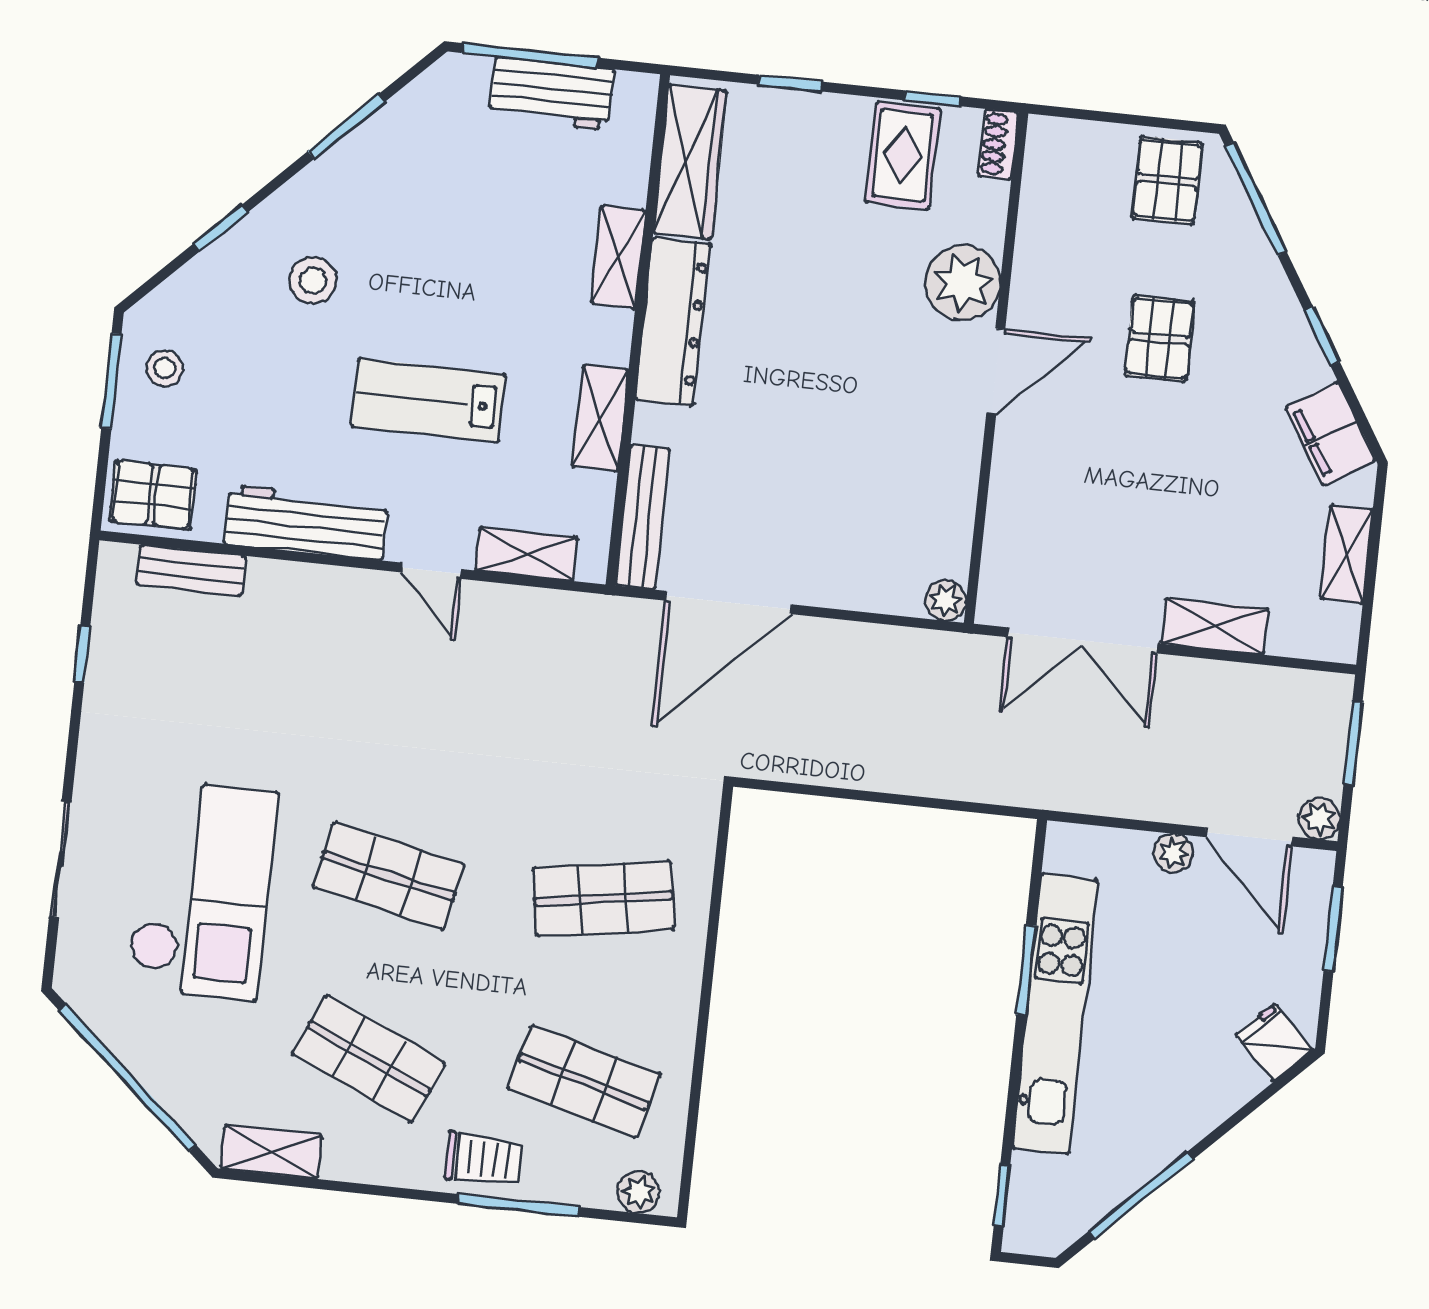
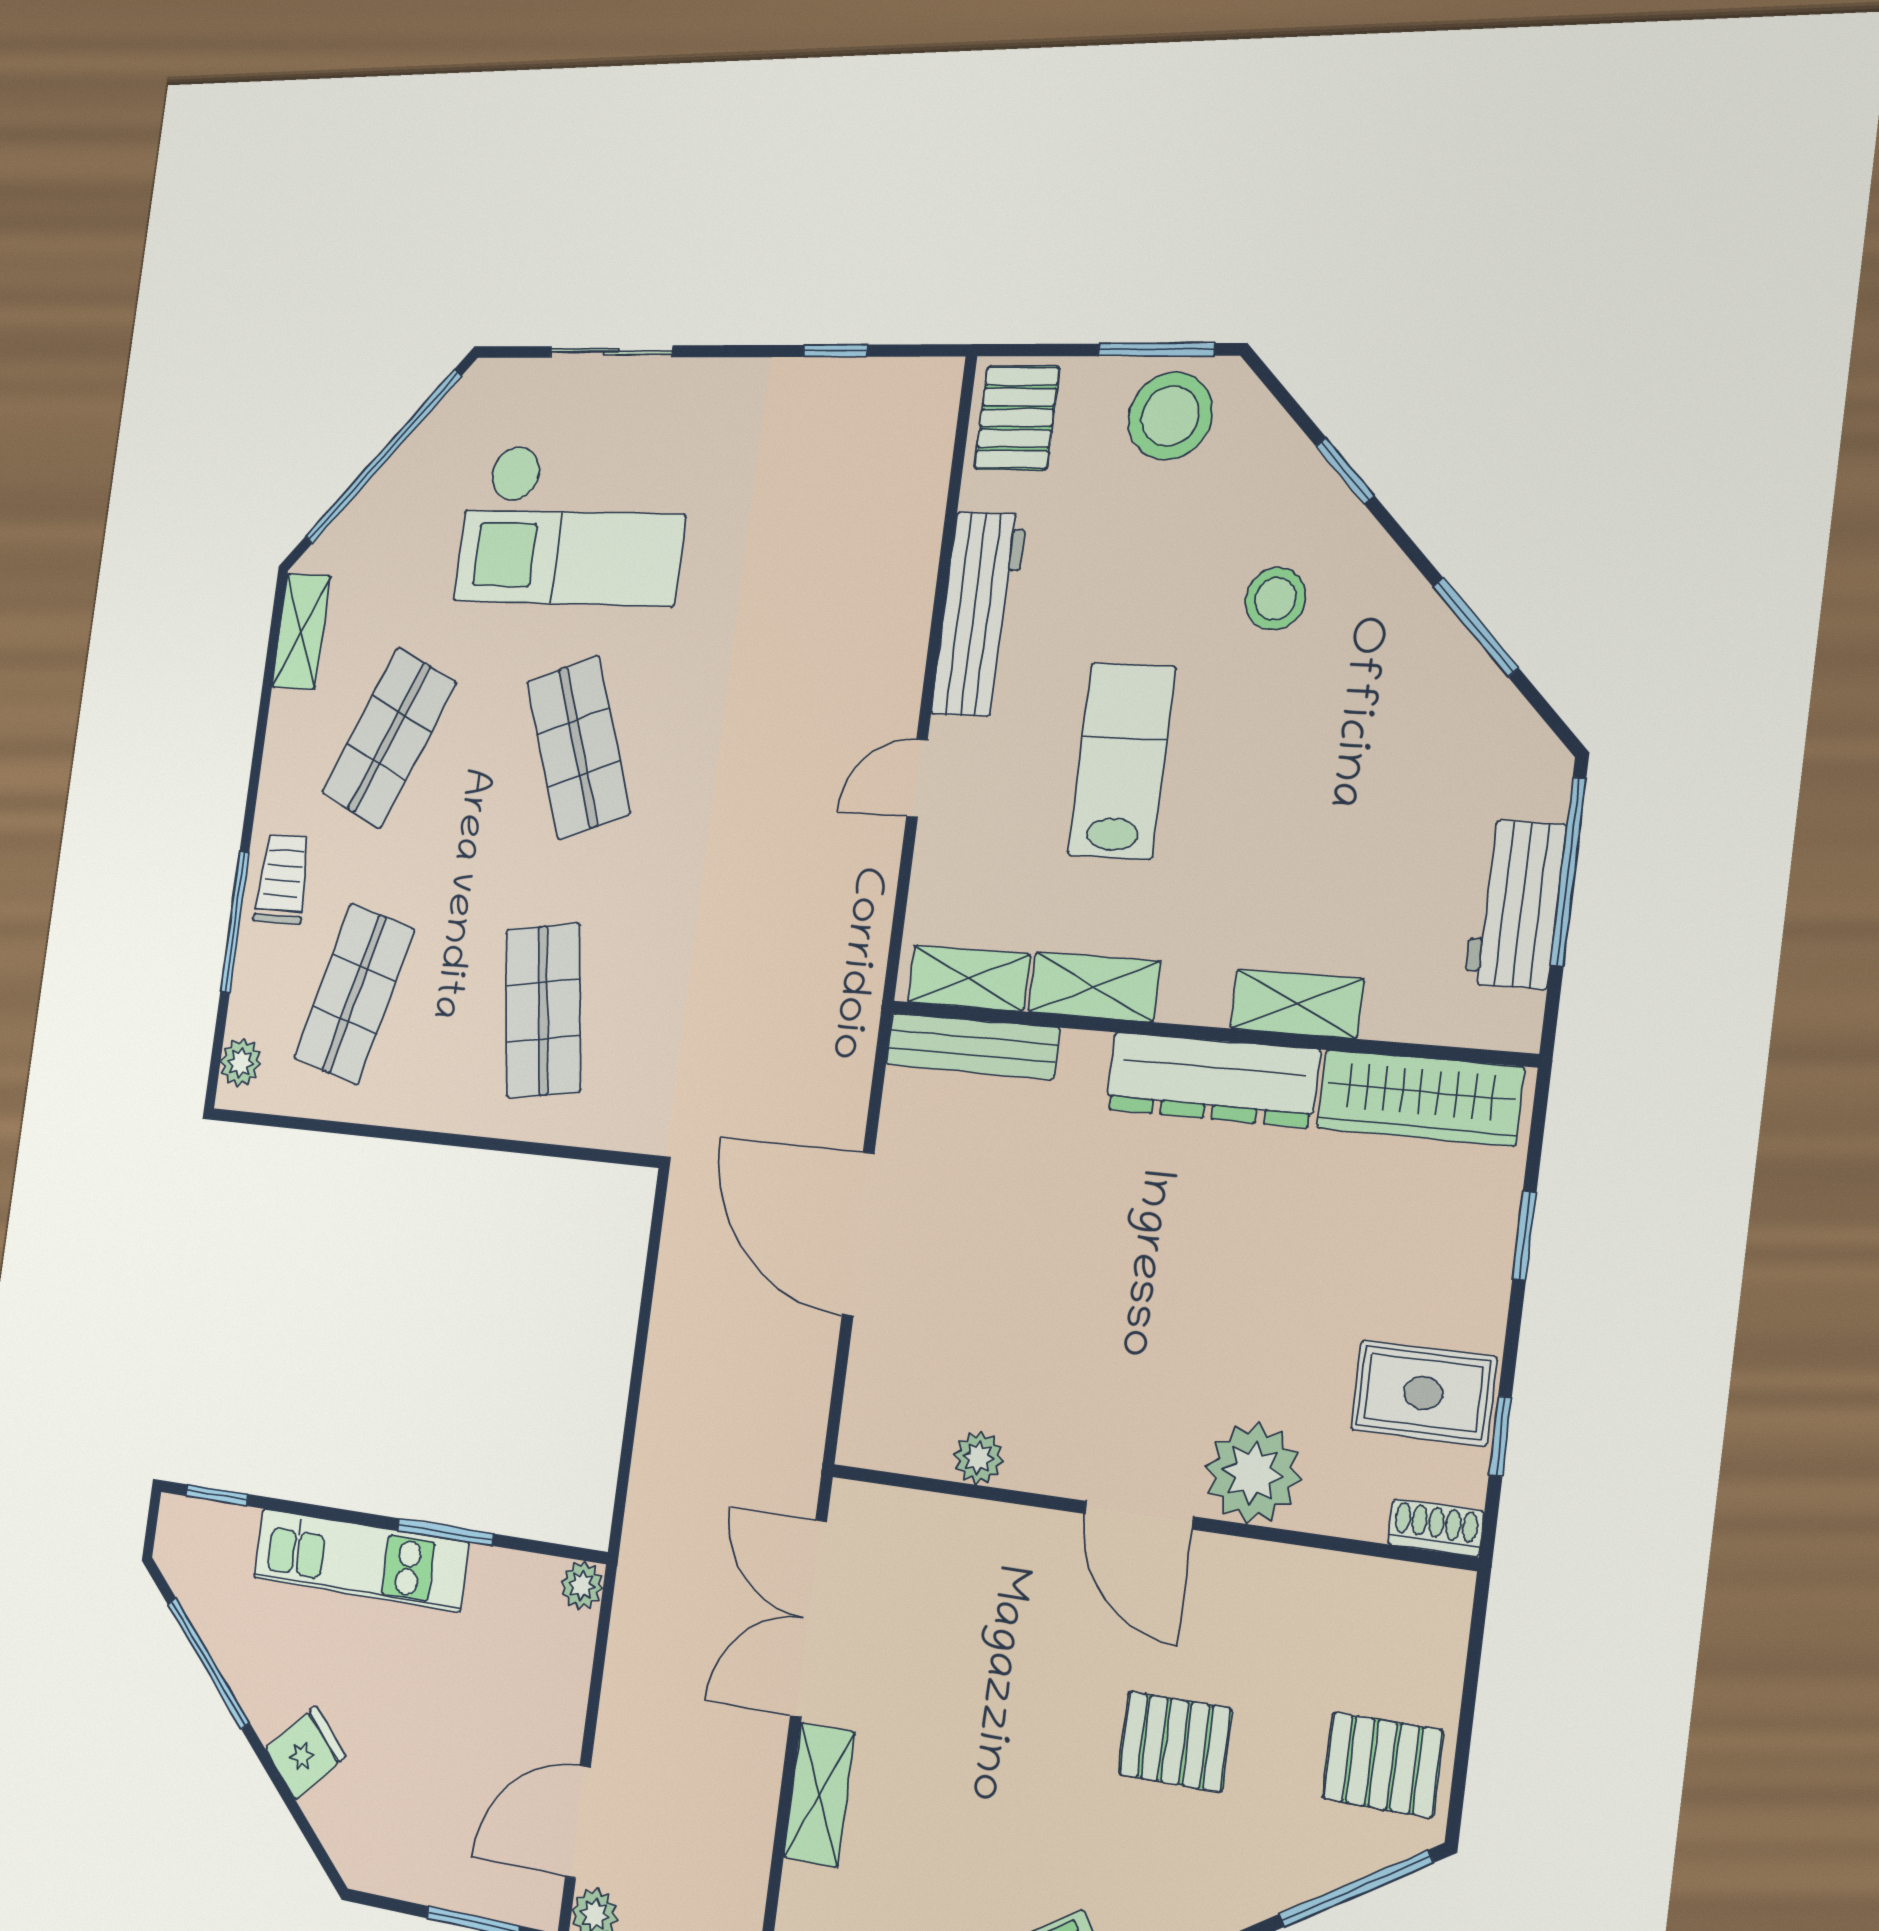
stool: (165, 368) -> (1170, 416), width x1.89, depth x1.89
shelving: (527, 554) -> (969, 978), moved, turned 90
bench: (191, 570) -> (927, 474), removed
plant: (946, 600) -> (978, 1458), moved
door: (729, 603) -> (858, 1234), moved
plant: (1173, 853) -> (582, 1585), moved
shop shelf: (389, 876) -> (578, 747), turned -33
kitchen unit: (1055, 1014) -> (360, 1560), width x0.73
fridge: (1274, 1042) -> (306, 1753), moved
trolley: (484, 1159) -> (283, 879), turned 180

